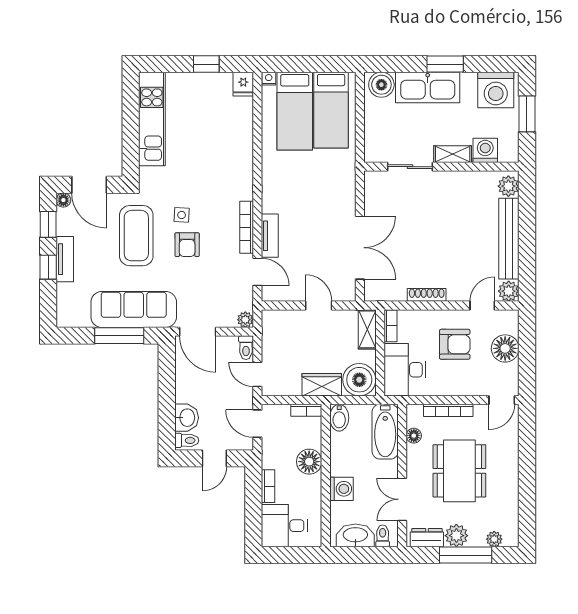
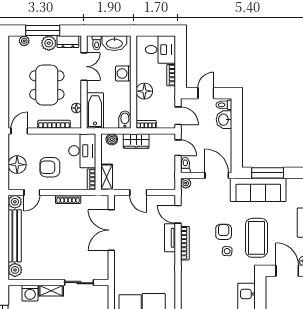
boiler: (359, 380) -> (112, 139), width x0.54, depth x0.54

